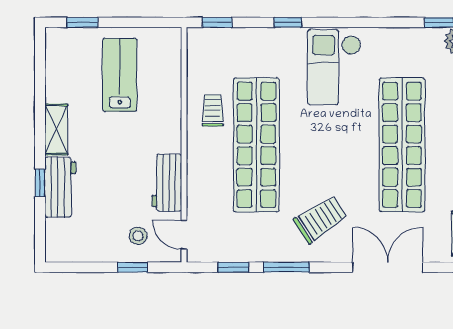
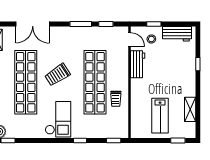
shelving: (56, 129) -> (190, 109), moved
workbench: (60, 187) -> (177, 34), moved, turned -90
trolley: (321, 219) -> (57, 75), moved

